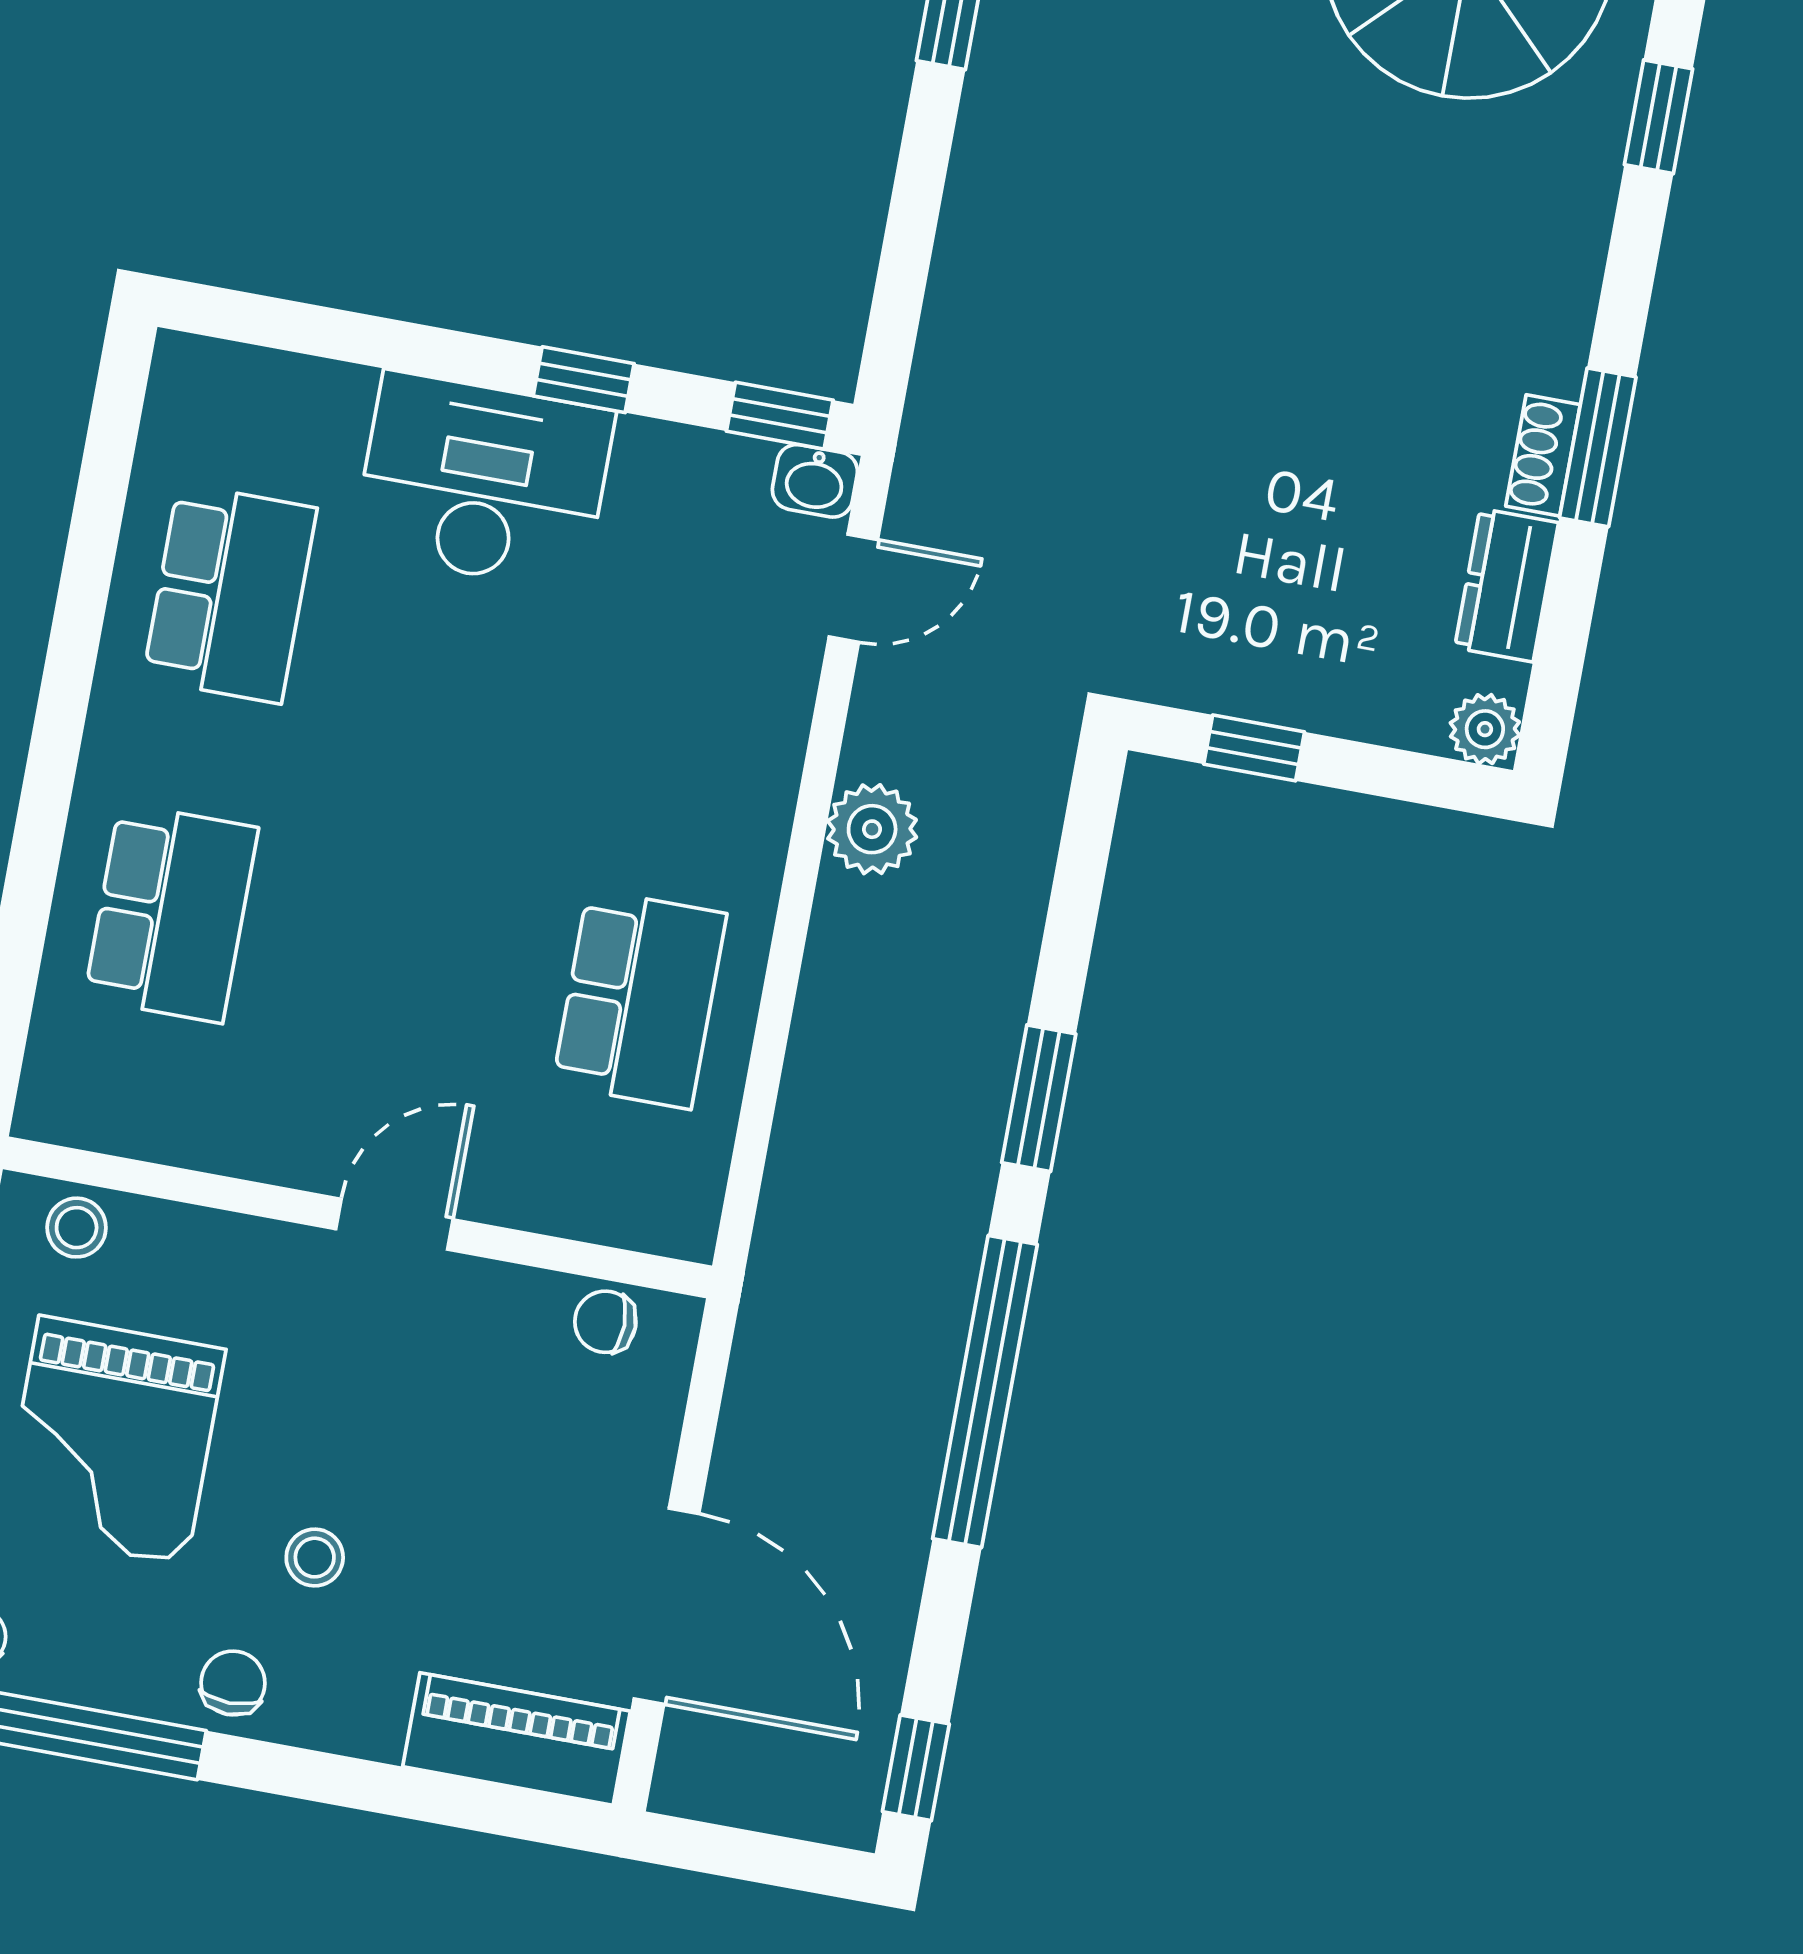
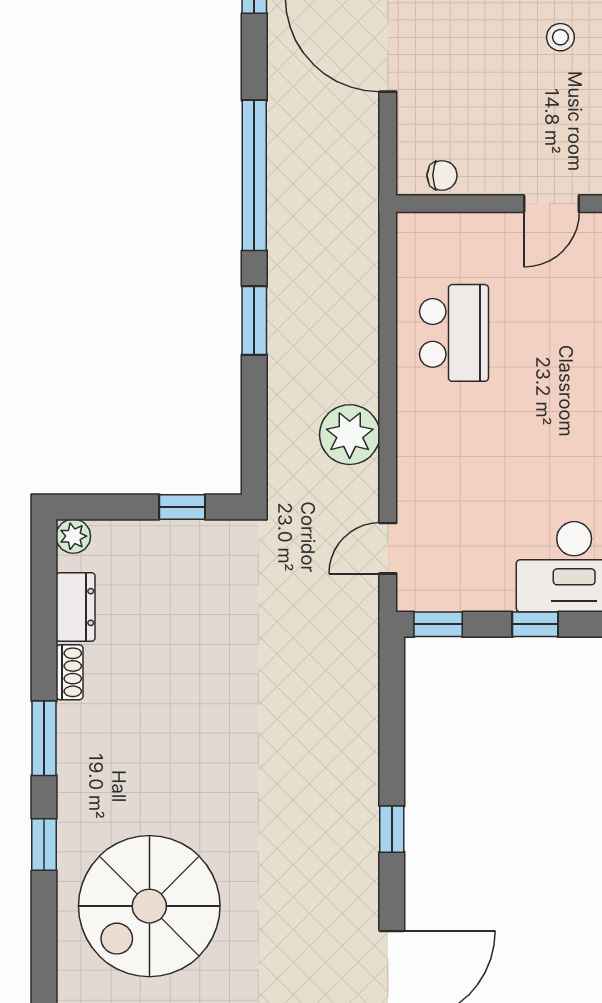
window: (1598, 447) -> (44, 738), moved
washbasin: (815, 481) -> (416, 596), removed
plant: (872, 829) -> (350, 435), width x1.36, depth x1.36
school desk: (640, 999) -> (454, 333), turned 180

